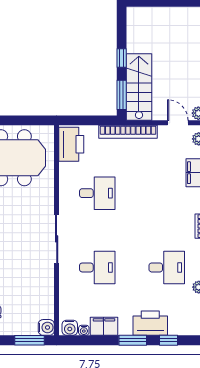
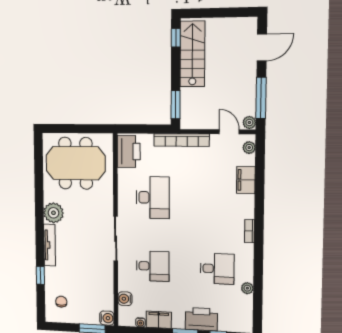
window: (122, 58) -> (176, 38), moved
stairs: (139, 87) -> (192, 54), moved
desk: (97, 193) -> (153, 197), width x1.37
water cooler: (70, 328) -> (125, 299), moved, turned 90

